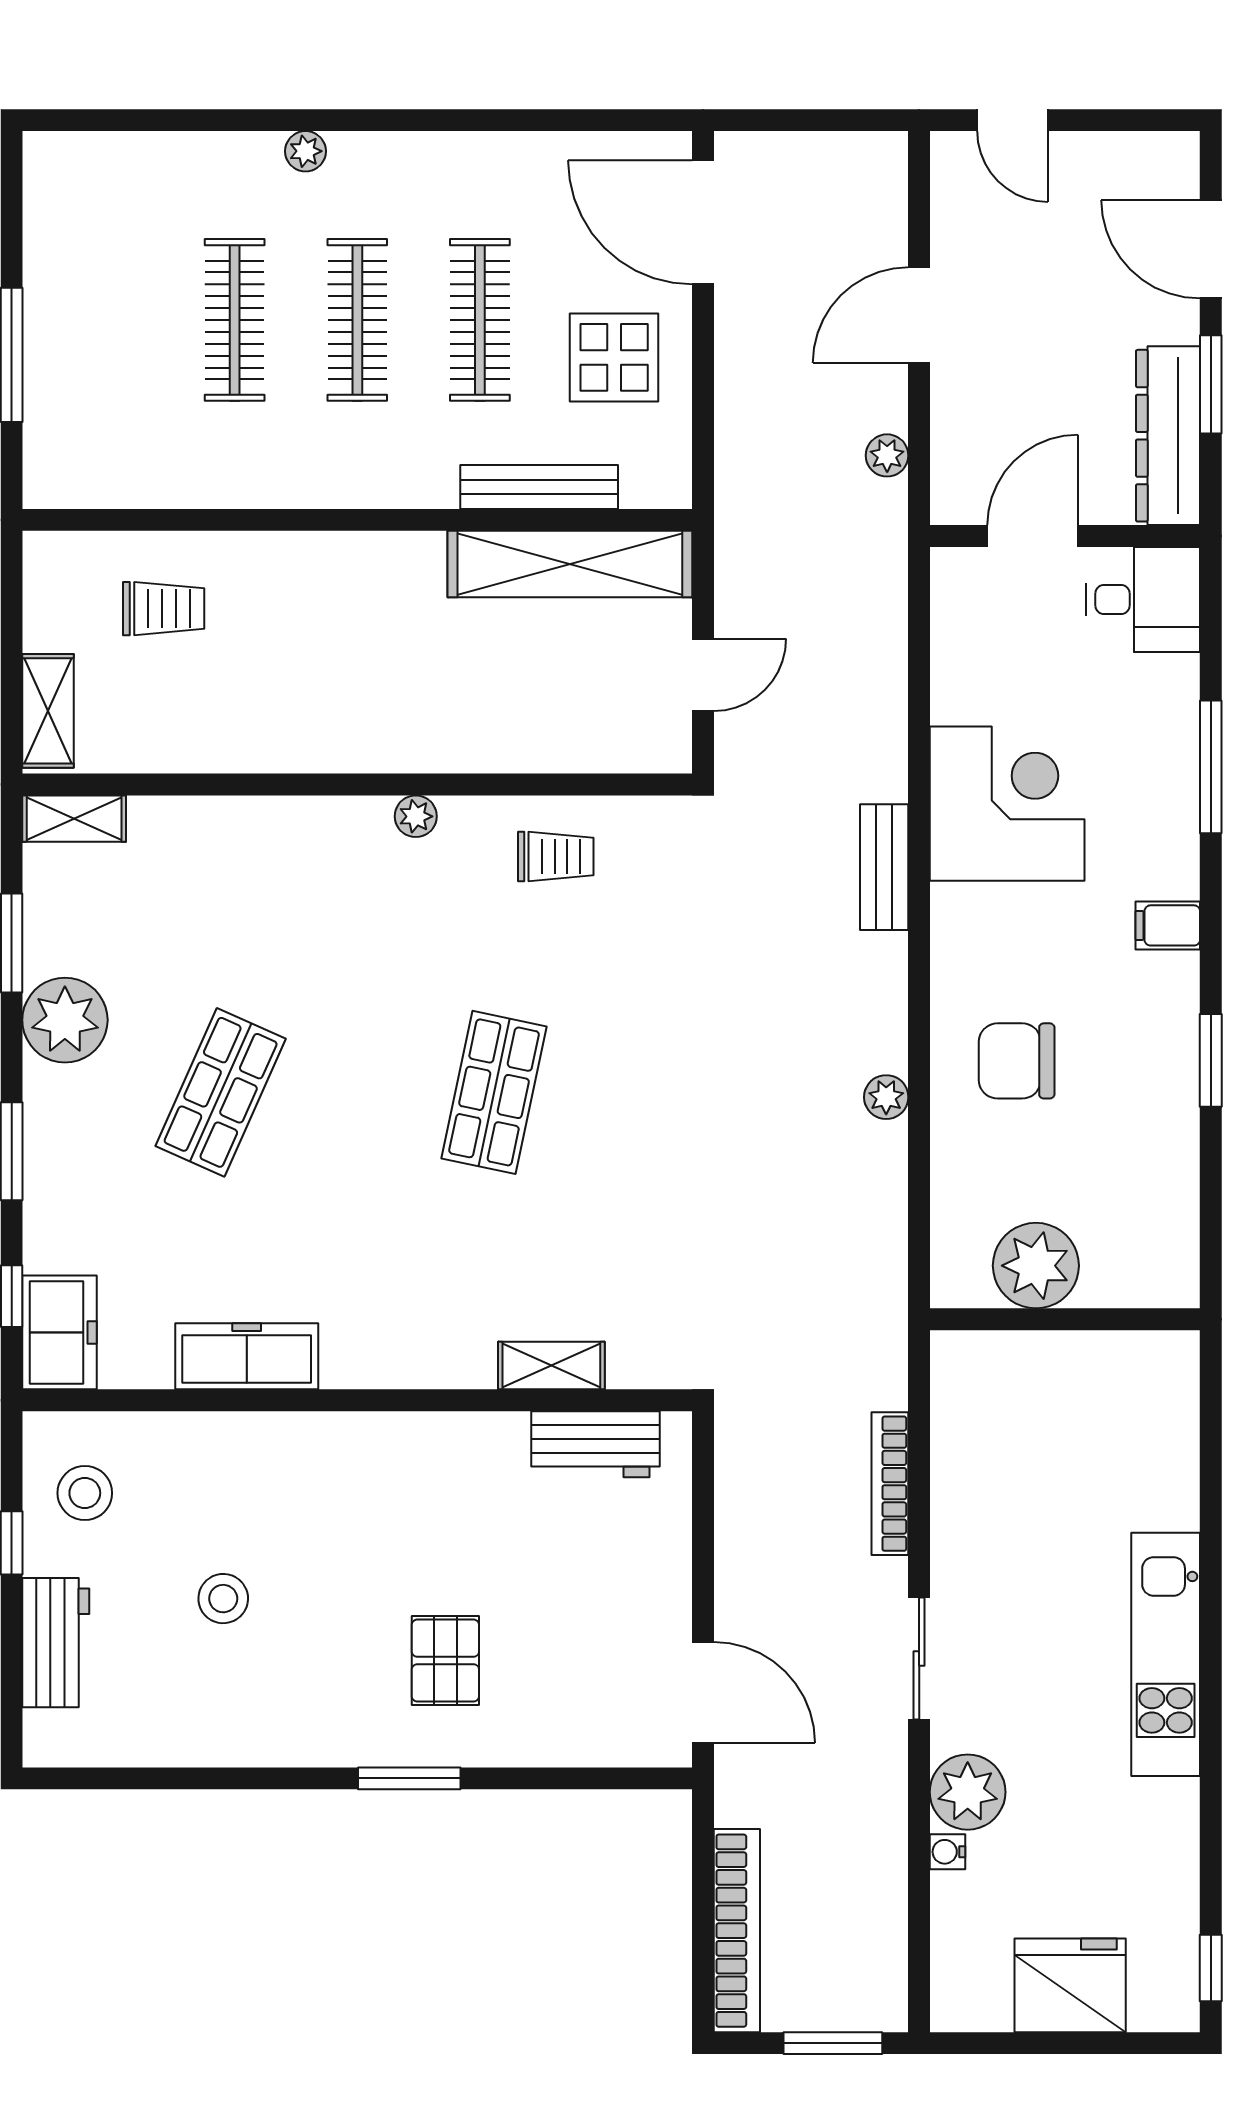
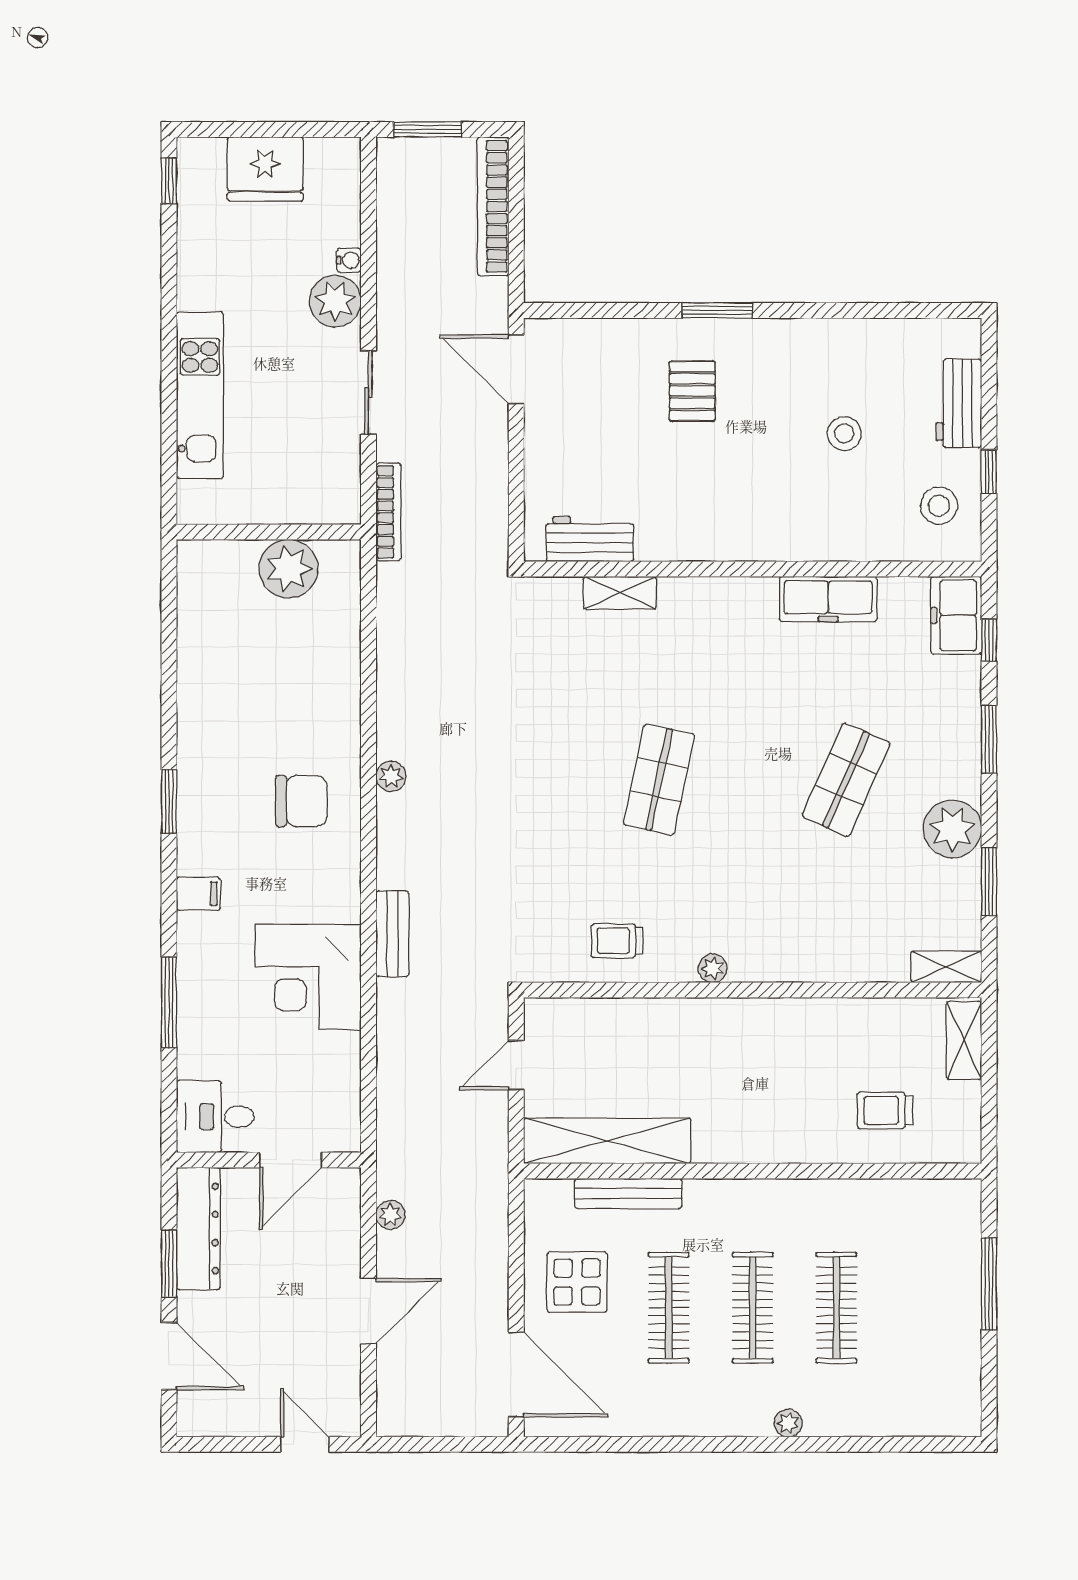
plant: (1036, 1266) -> (289, 569), moved
wall: (1065, 1319) -> (269, 532), moved

